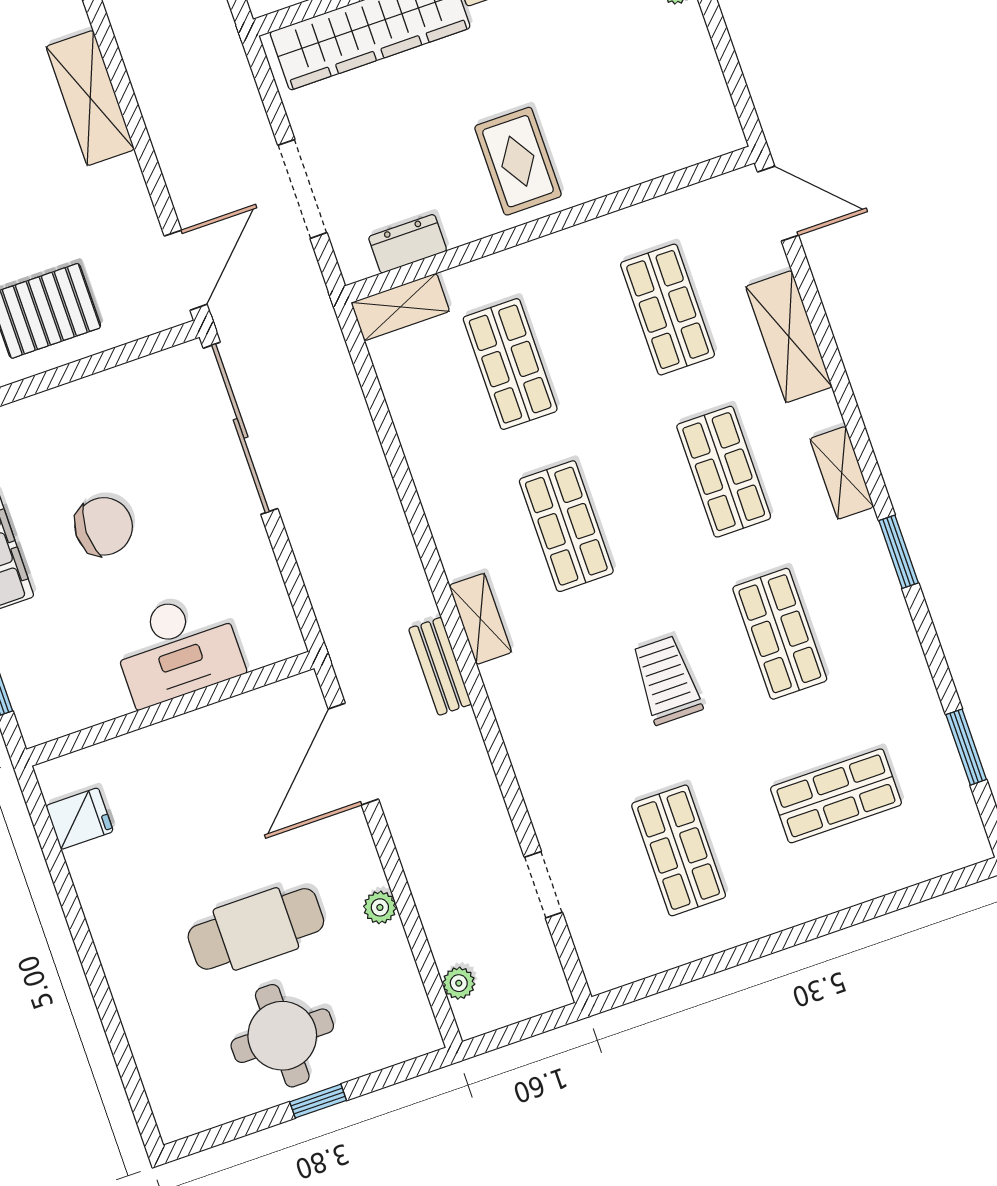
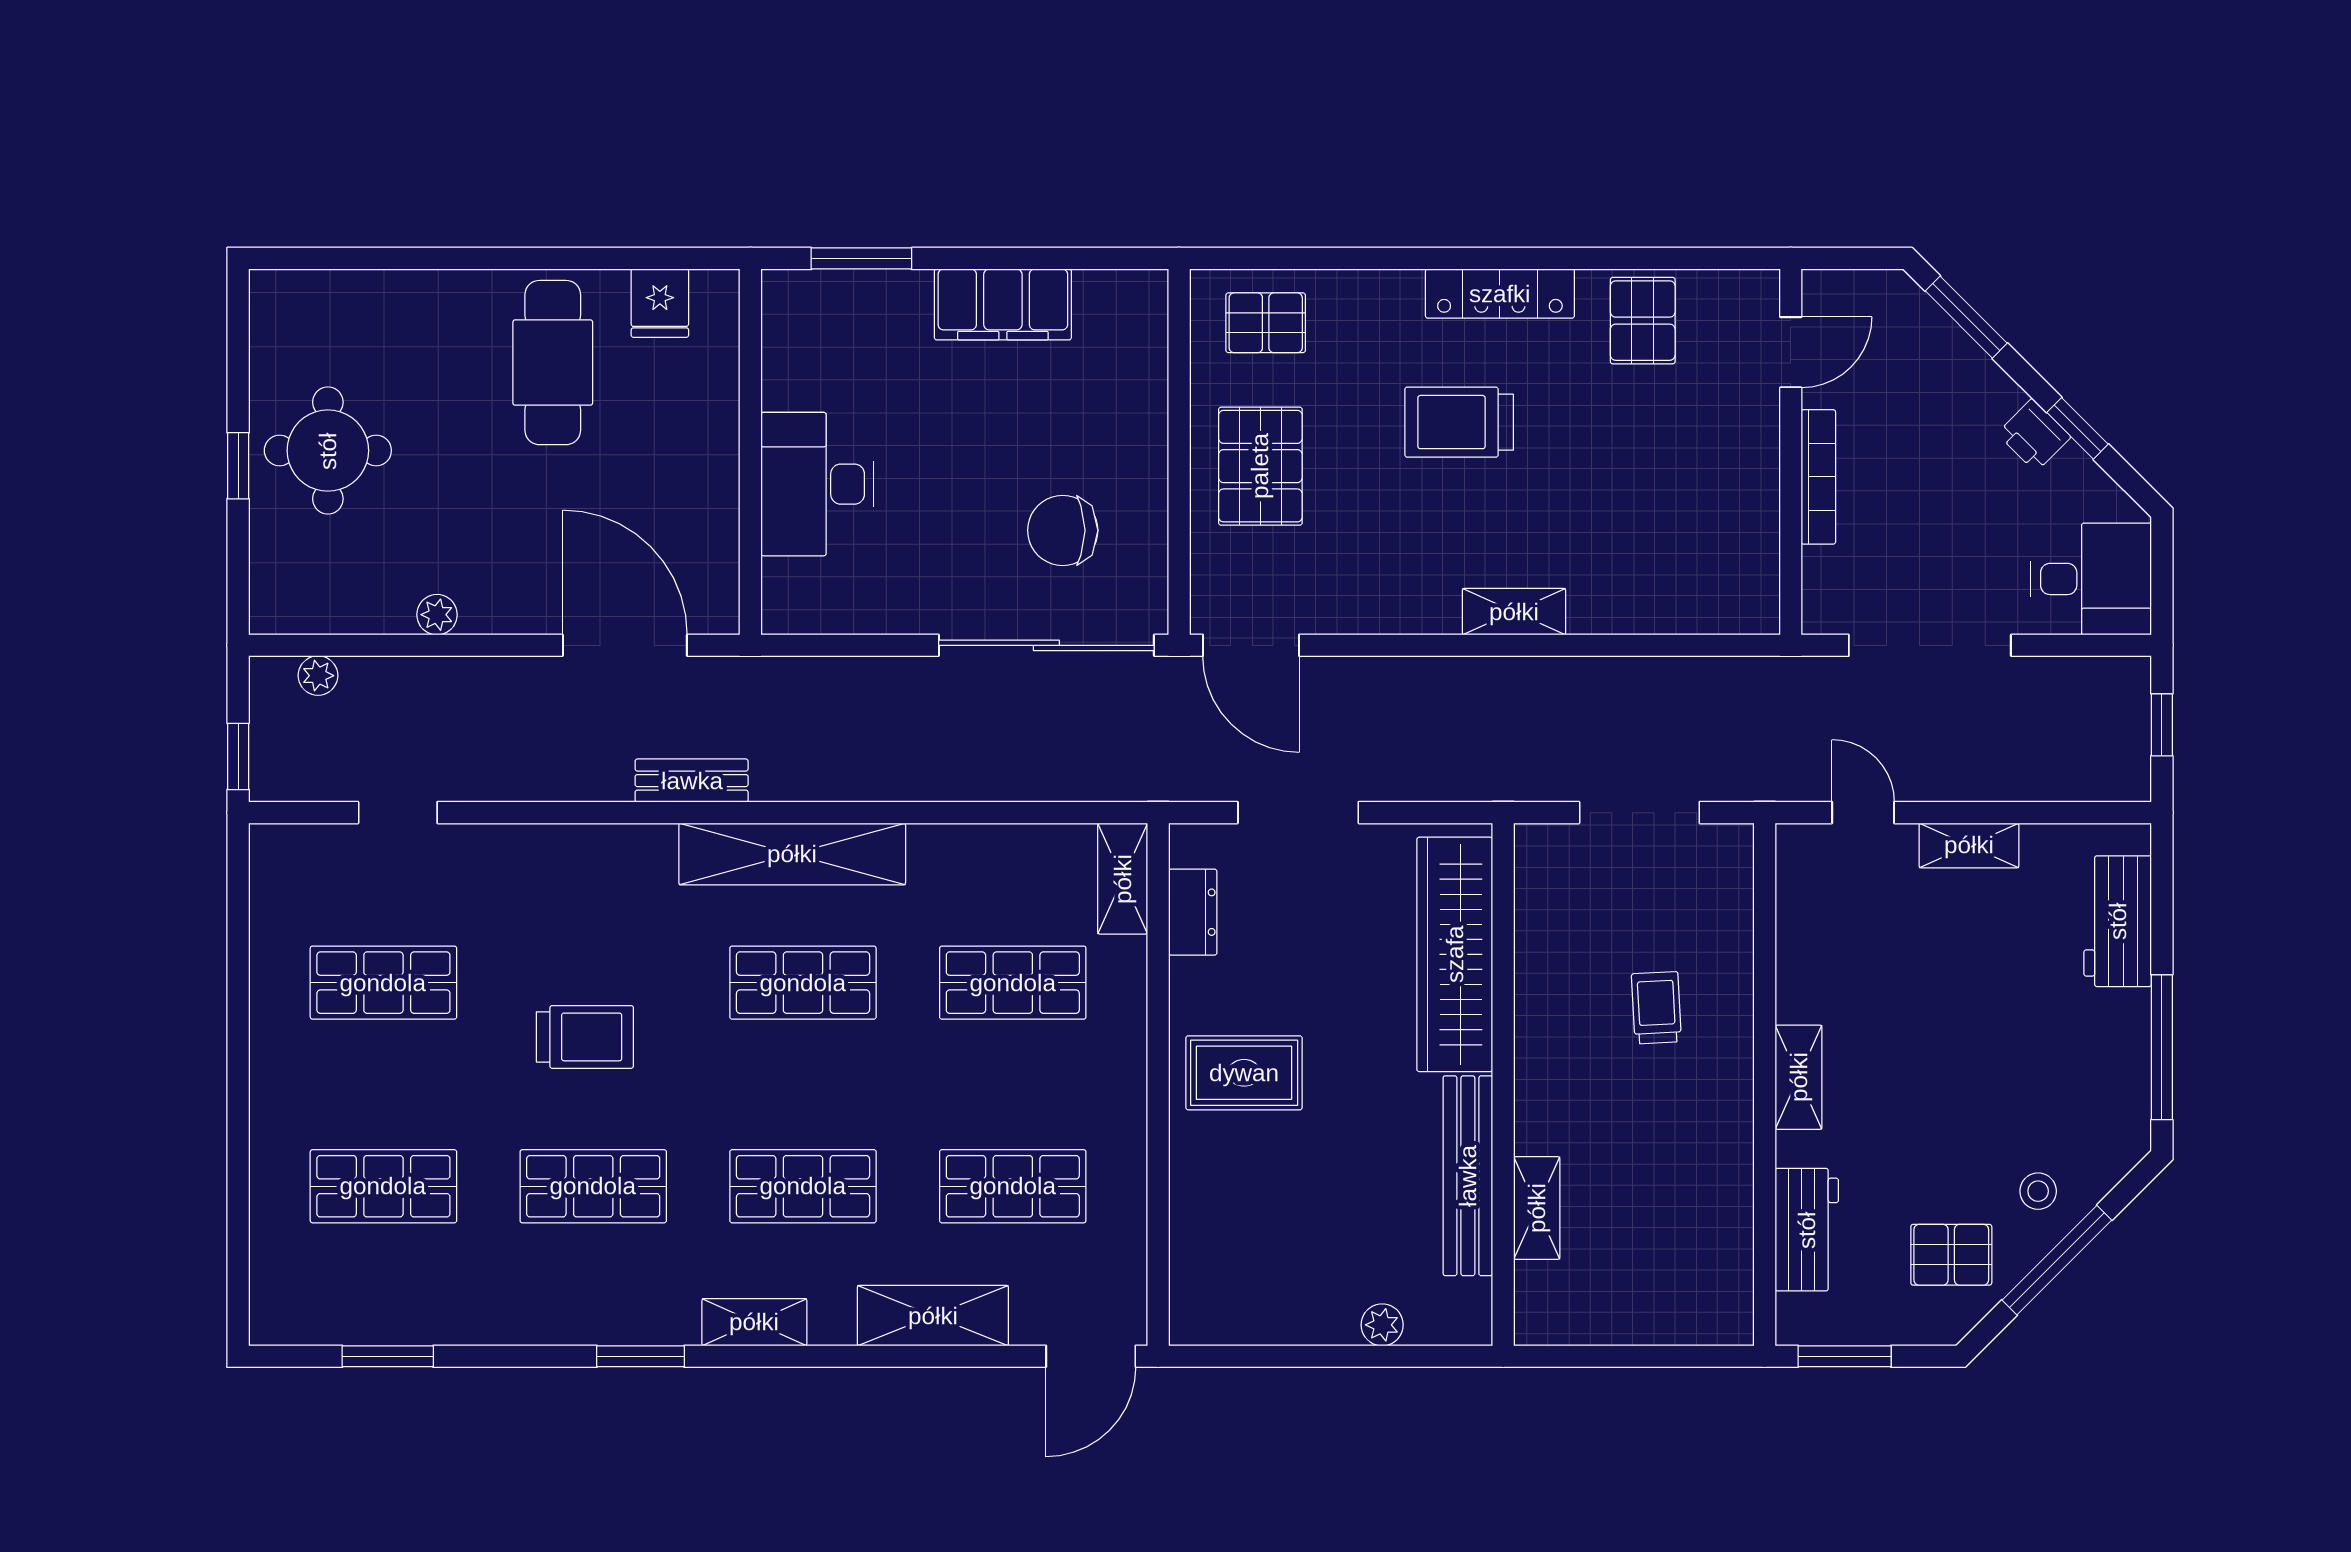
shelving: (90, 98) -> (1514, 612), width x0.67, depth x0.75
chair: (104, 526) -> (1063, 530), moved, turned 90
shelving: (480, 619) -> (792, 854), width x2.20, depth x1.33
shop shelf: (836, 796) -> (383, 1186), turned 90
cafe table: (256, 929) -> (553, 363), moved
window: (543, 1023) -> (238, 756), added

